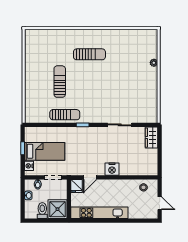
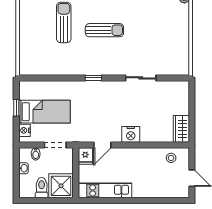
sun lounger: (65, 115) -> (104, 30), moved
wardrobe: (152, 138) -> (181, 129), moved
kitchen unit: (99, 213) -> (105, 190), width x0.73

